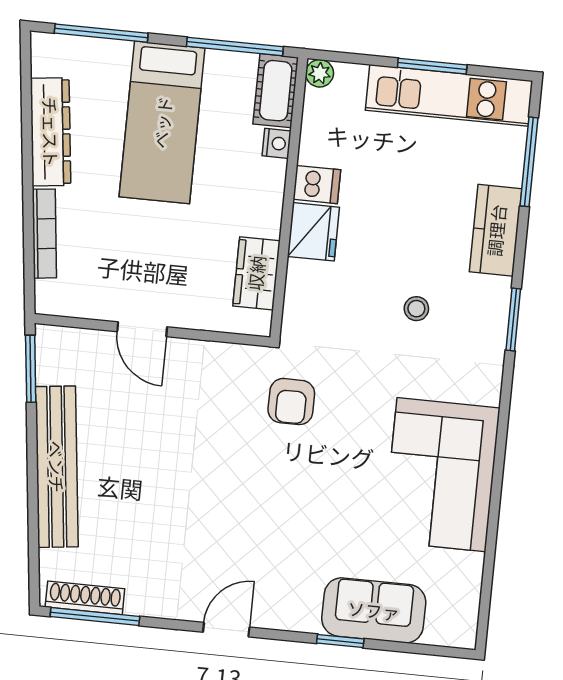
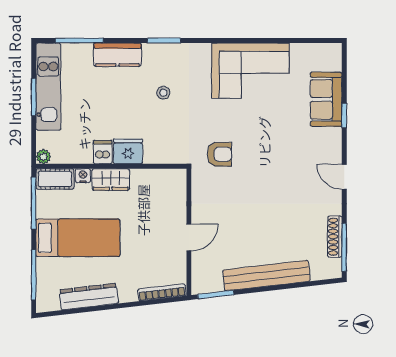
bookcase: (44, 234) -> (162, 292), moved
wardrobe: (256, 273) -> (111, 180), moved
shoe rack: (85, 598) -> (335, 237), moved

